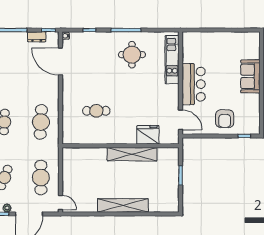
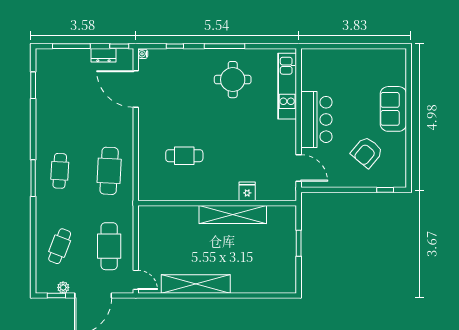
armchair: (225, 119) -> (367, 152), moved, turned 40
fridge: (148, 135) -> (247, 191), width x0.53, depth x0.75
shelving: (123, 205) -> (196, 284), moved

